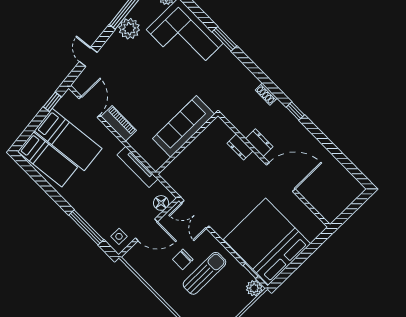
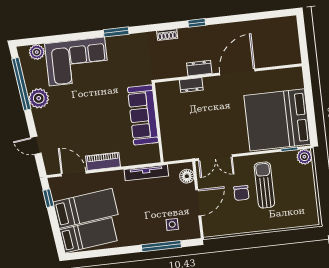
window: (224, 39) -> (116, 32), moved
side table: (119, 236) -> (172, 224), moved

